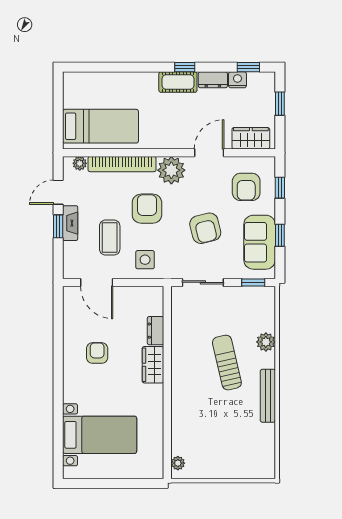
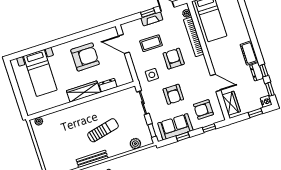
window: (185, 67) -> (264, 71), moved
nightstand: (237, 80) -> (266, 101), moved
plant: (171, 170) -> (199, 65), removed
armchair: (147, 209) -> (174, 59), turned -90
armchair: (205, 228) -> (173, 94), turned -76
side table: (145, 260) -> (152, 75), moved
door: (97, 282) -> (124, 44), hinge flipped
plant: (266, 342) -> (135, 144), moved
armchair: (97, 353) -> (85, 57), width x1.88, depth x1.88
wardrobe: (153, 365) -> (83, 92), width x1.50

